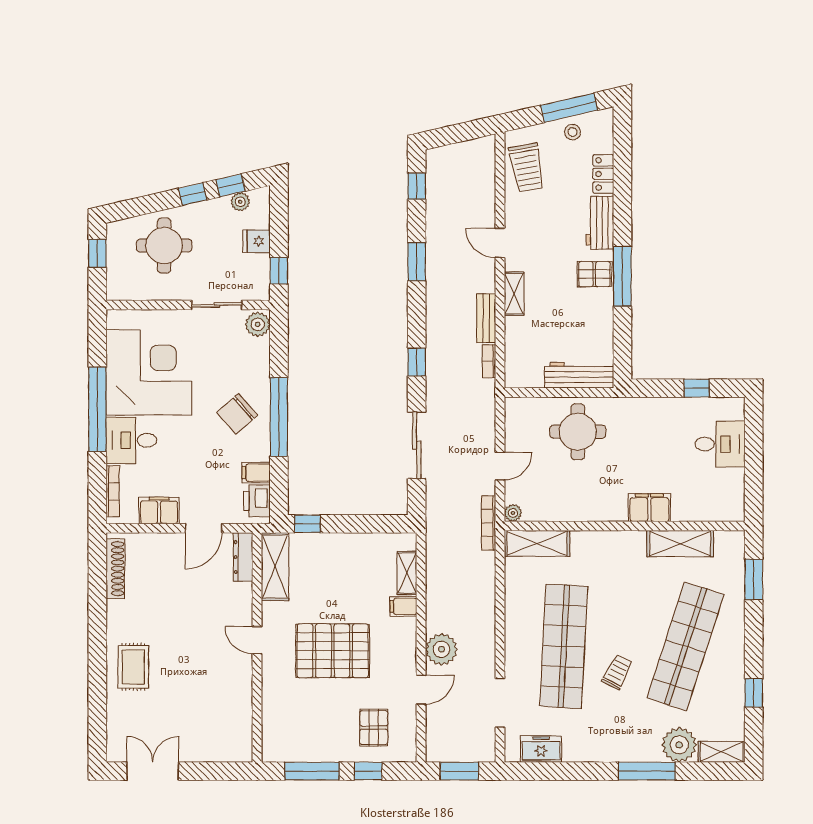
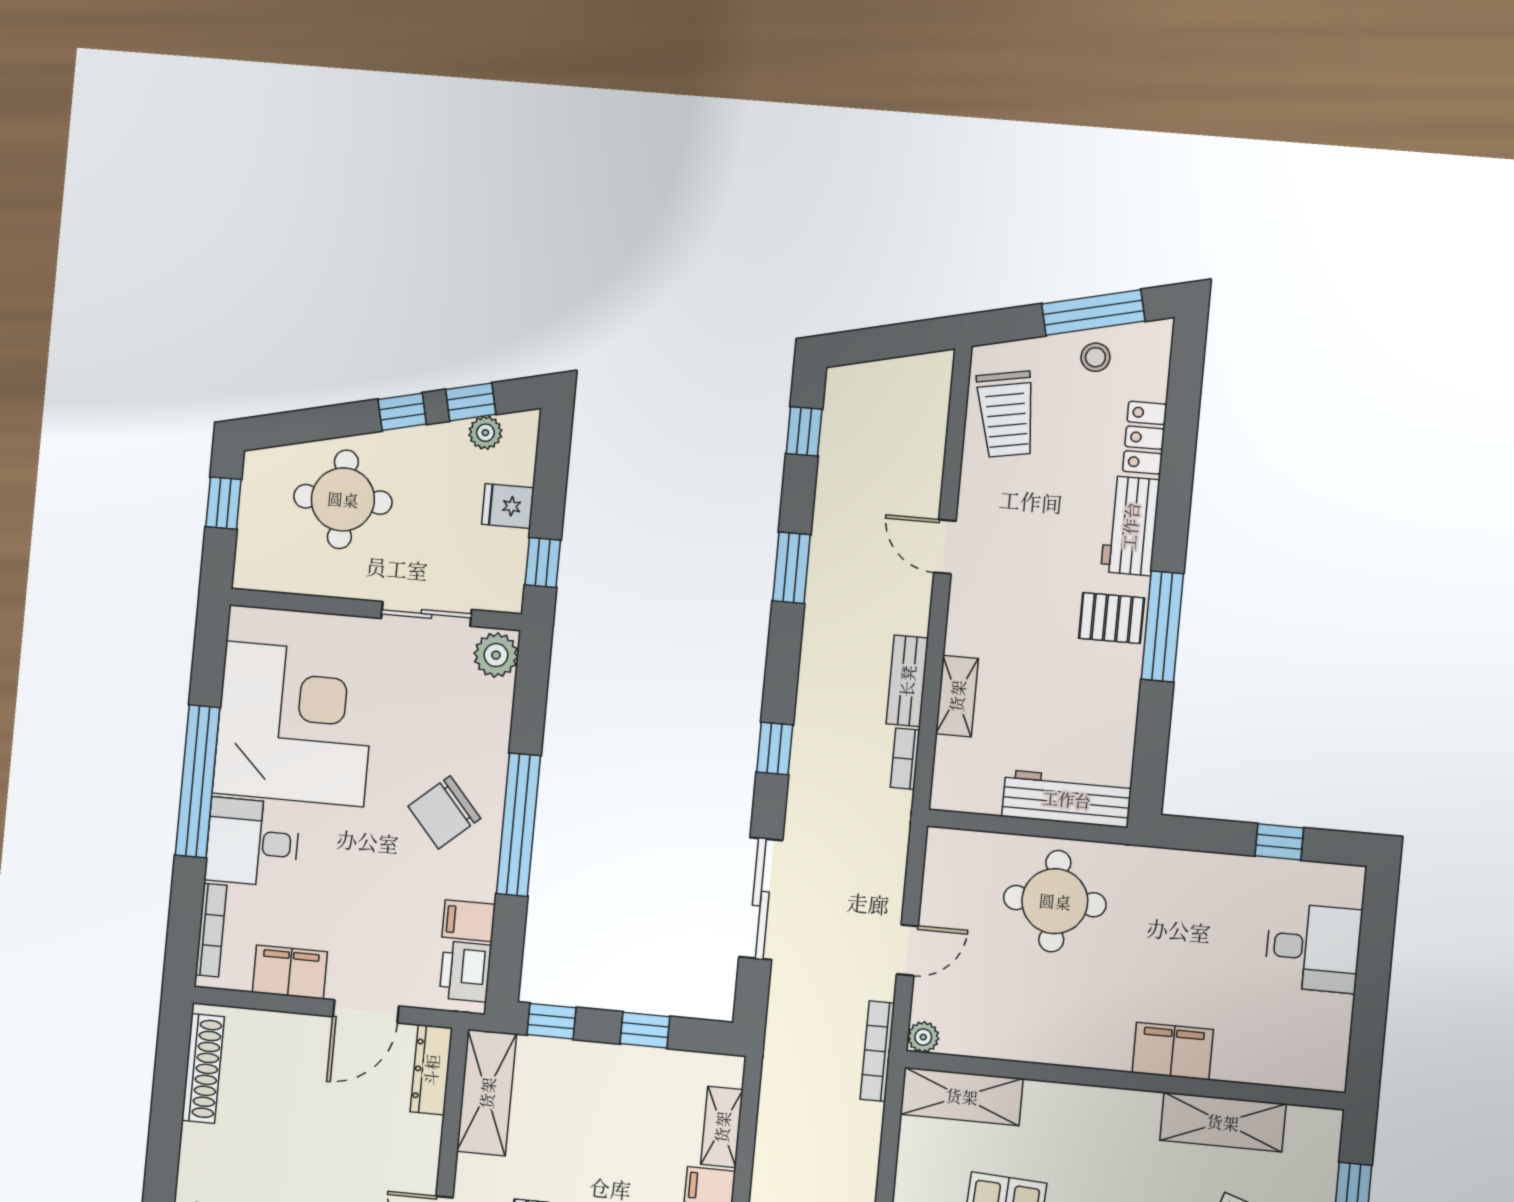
shelving: (514, 294) -> (957, 696), moved
window: (360, 524) -> (645, 1030), added

